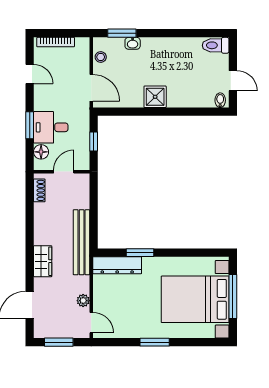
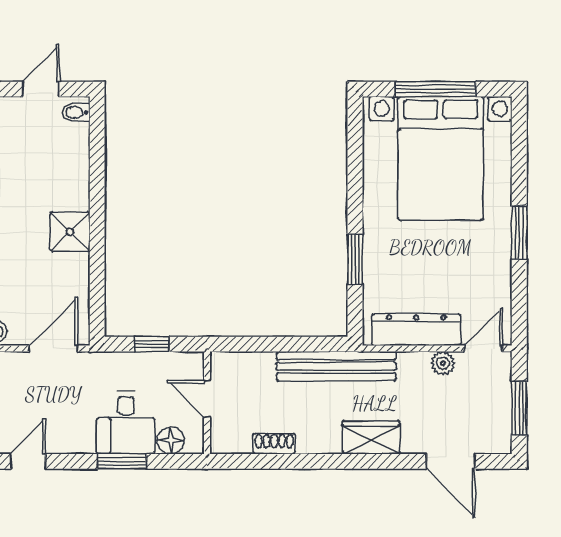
shoe rack: (39, 190) -> (274, 444), moved
dresser: (117, 265) -> (416, 330), moved, turned -90

